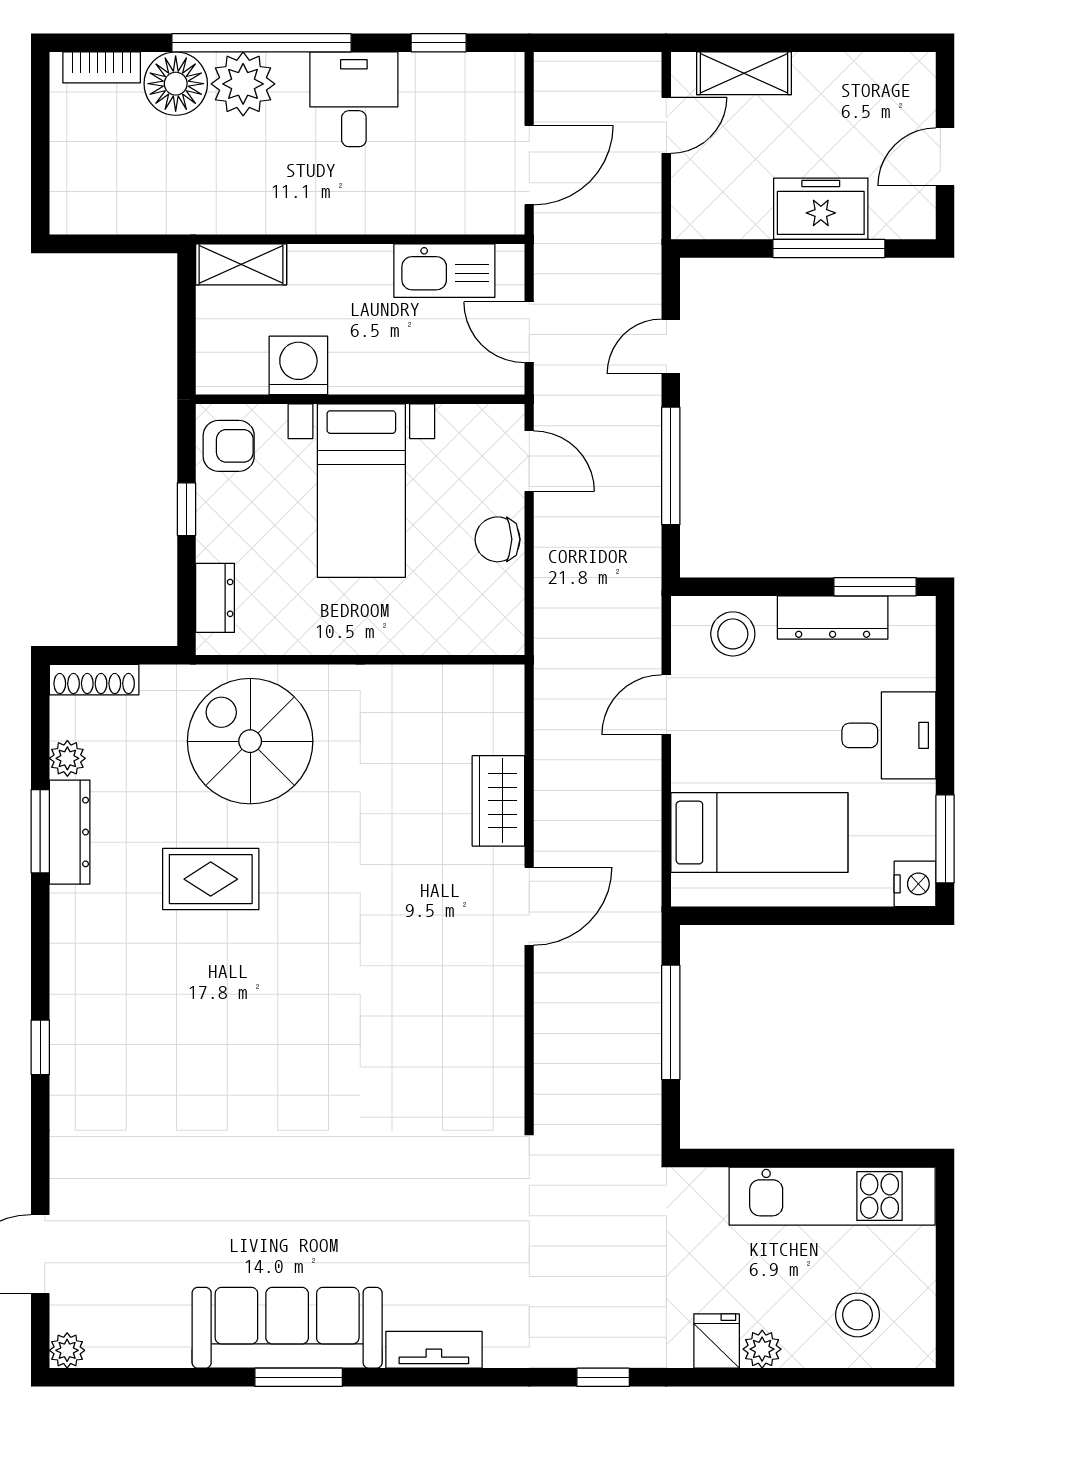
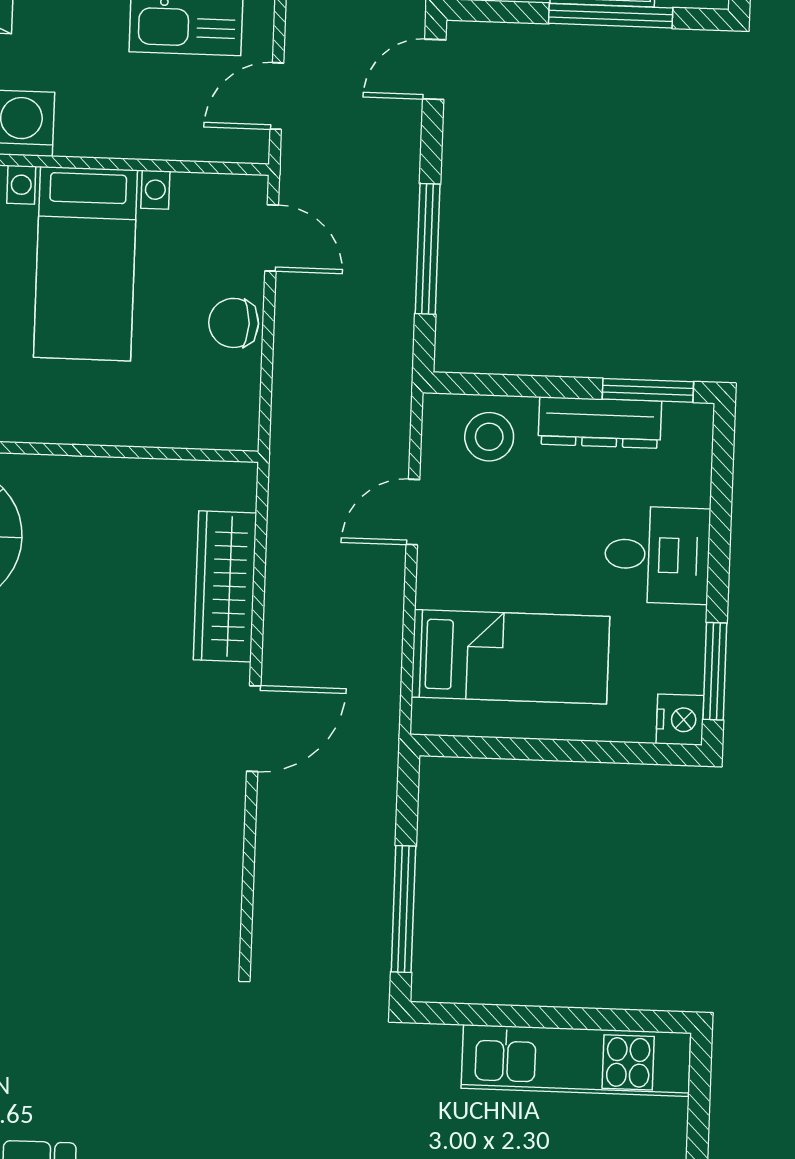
door: (529, 332) -> (277, 96), hinge flipped
door: (671, 346) -> (434, 69), moved
wardrobe: (498, 801) -> (225, 586), width x1.50
window: (671, 1022) -> (403, 909), moved

